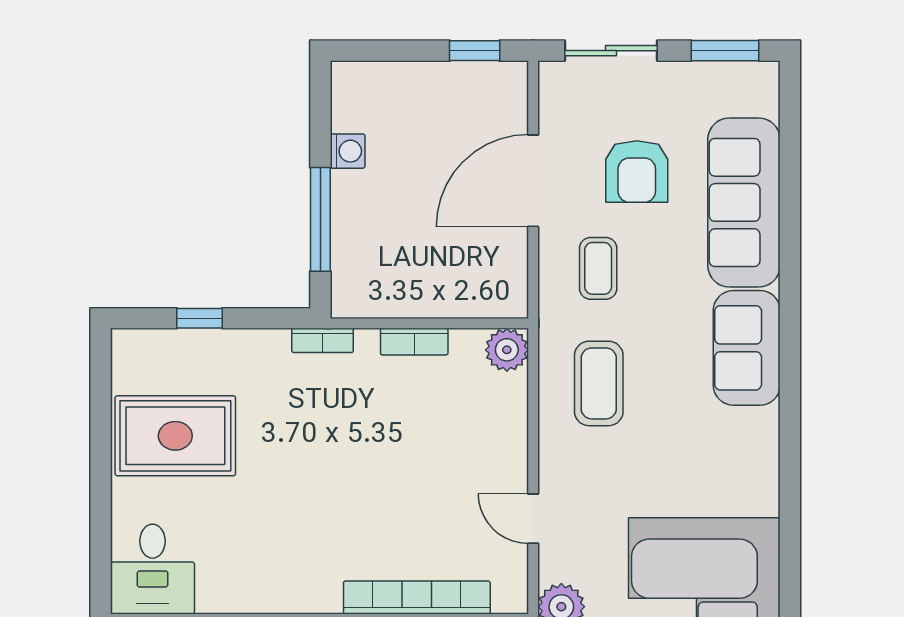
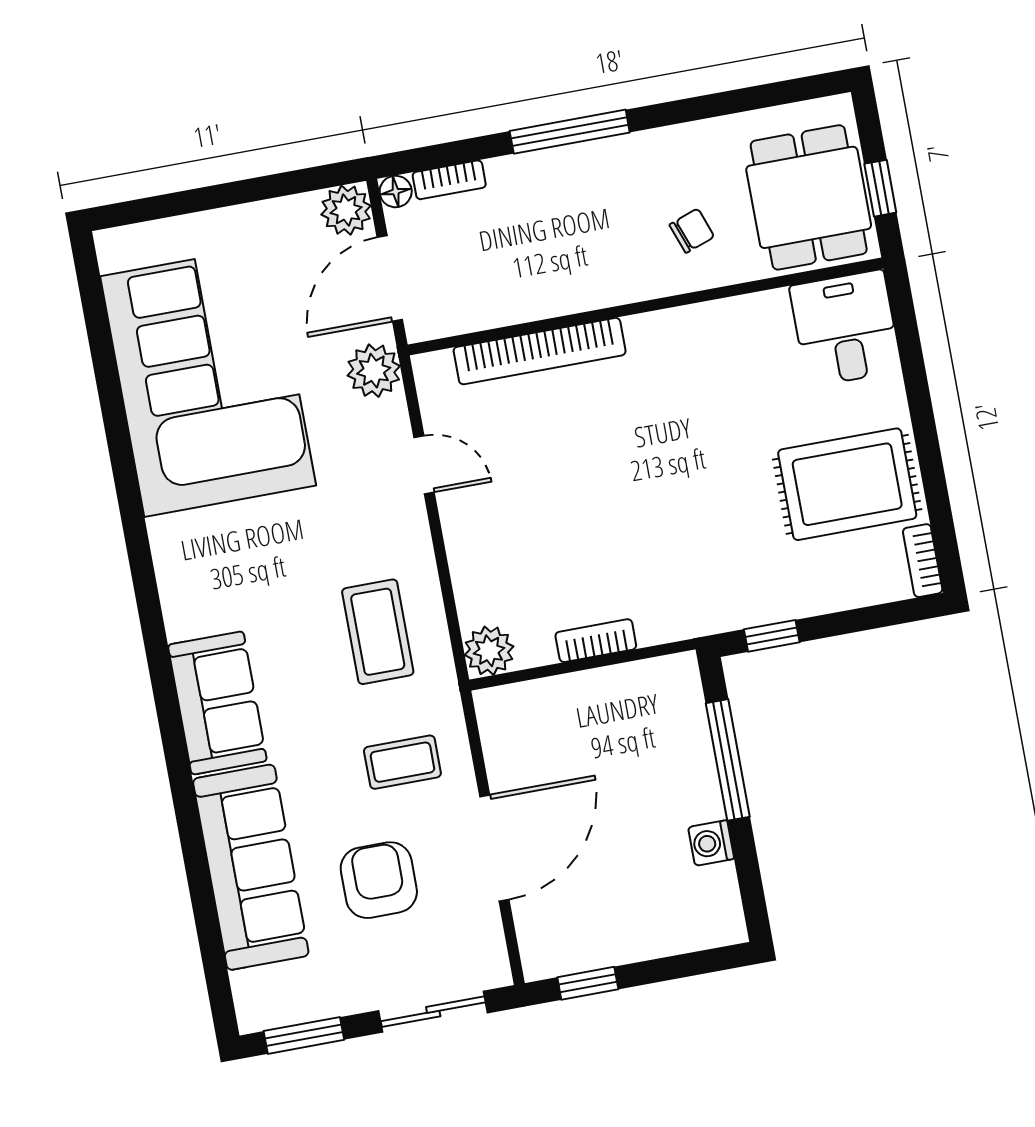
coffee table: (598, 268) -> (402, 762), turned 90
window: (200, 318) -> (772, 636), moved
bookcase: (323, 340) -> (923, 561), moved, turned -90

